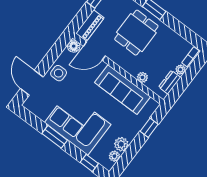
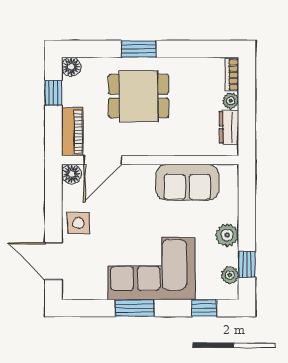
dining table: (136, 33) -> (139, 96), turned 90
plant: (142, 77) -> (190, 147), removed
sofa: (123, 90) -> (187, 182), width x0.73
window: (149, 128) -> (247, 264), moved
plant: (121, 144) -> (227, 235), moved

